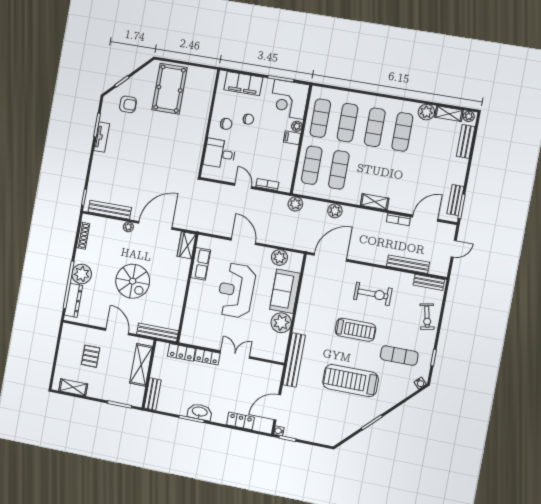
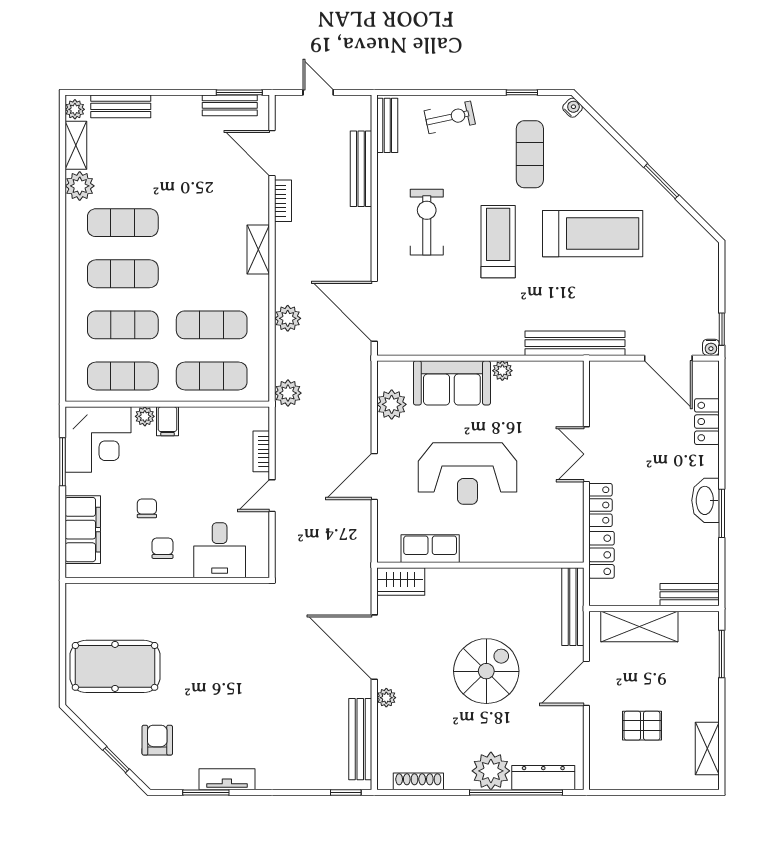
plant: (281, 323) -> (502, 371), width x0.53, depth x0.53
treadmill: (351, 381) -> (593, 234), turned -90

